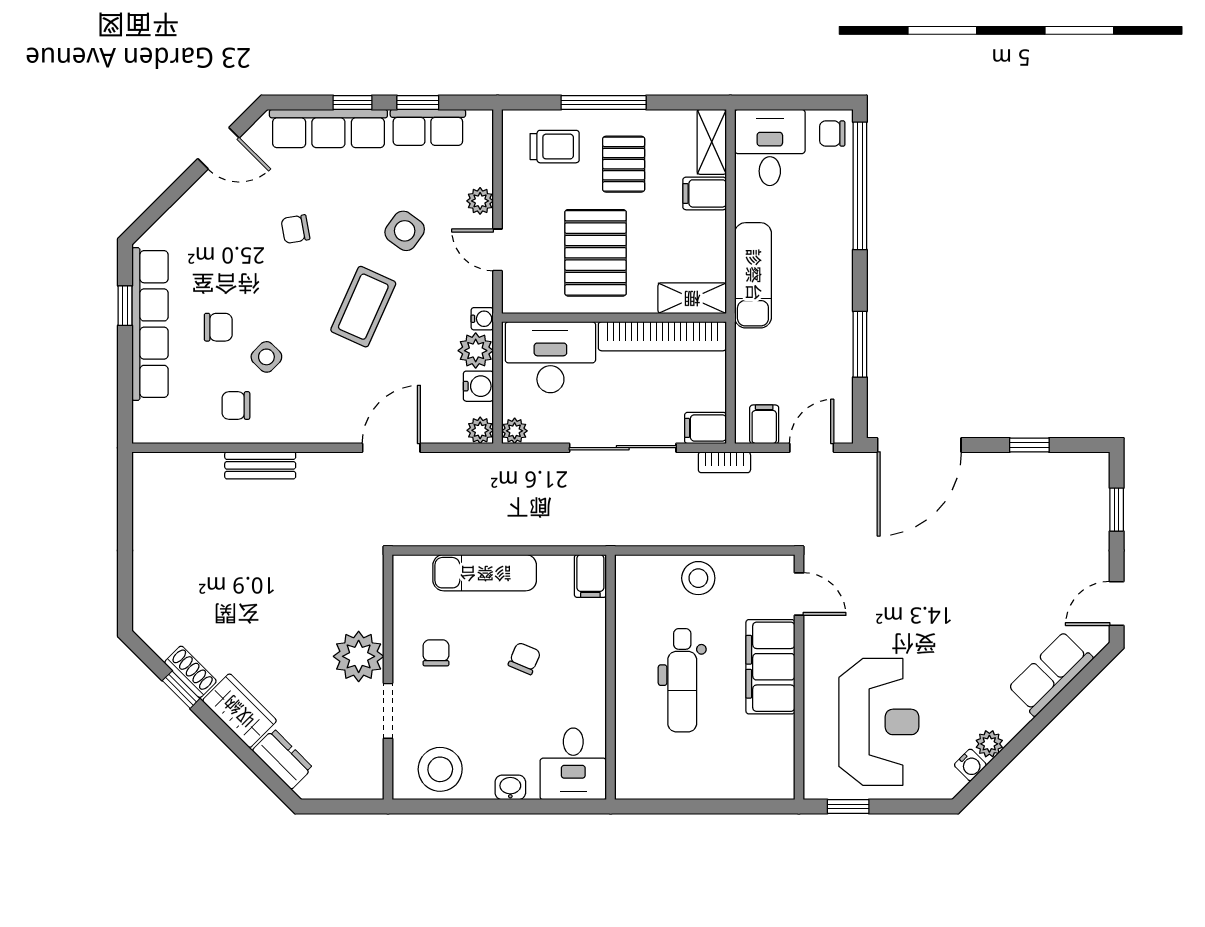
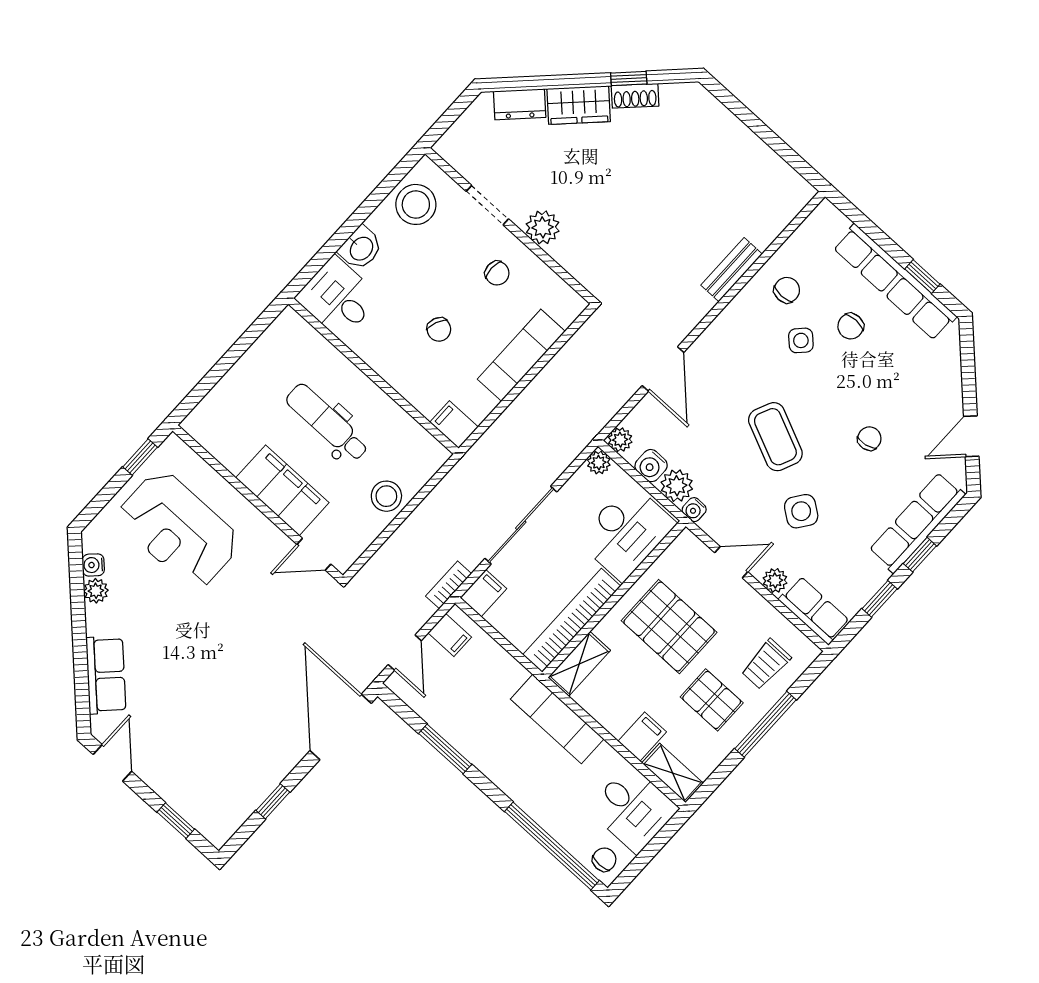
row of seats: (428, 127) -> (814, 610), moved, turned 90
plant: (359, 656) -> (543, 227), width x0.73, depth x0.73
washbasin: (510, 787) -> (361, 248), width x1.38, depth x1.45

